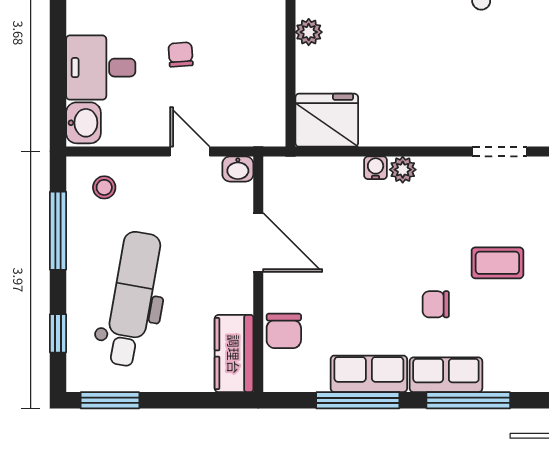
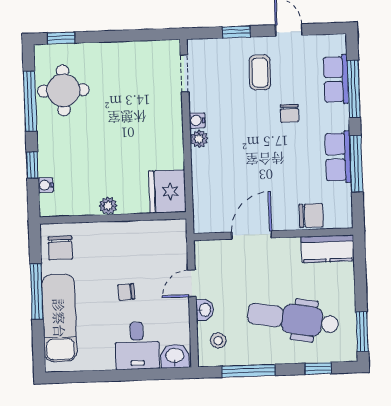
water cooler: (376, 168) -> (197, 120), moved
washbasin: (238, 169) -> (205, 310), moved
row of seats: (446, 375) -> (336, 79), moved

